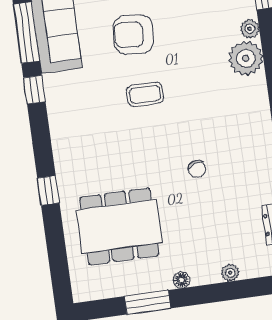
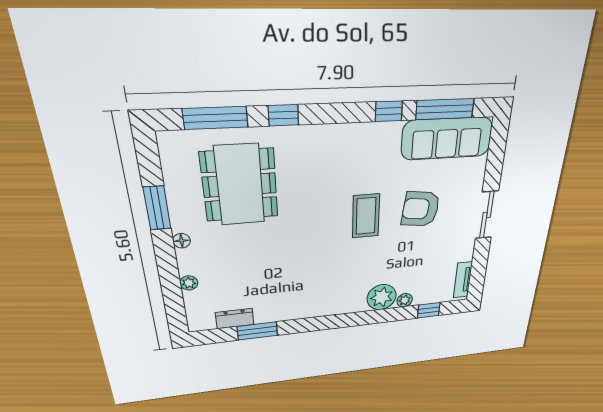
armchair: (133, 35) -> (421, 209), turned -88
coffee table: (145, 94) -> (366, 216), width x1.36, depth x1.30
chair: (197, 169) -> (291, 257), removed
window: (57, 251) -> (215, 118), added

